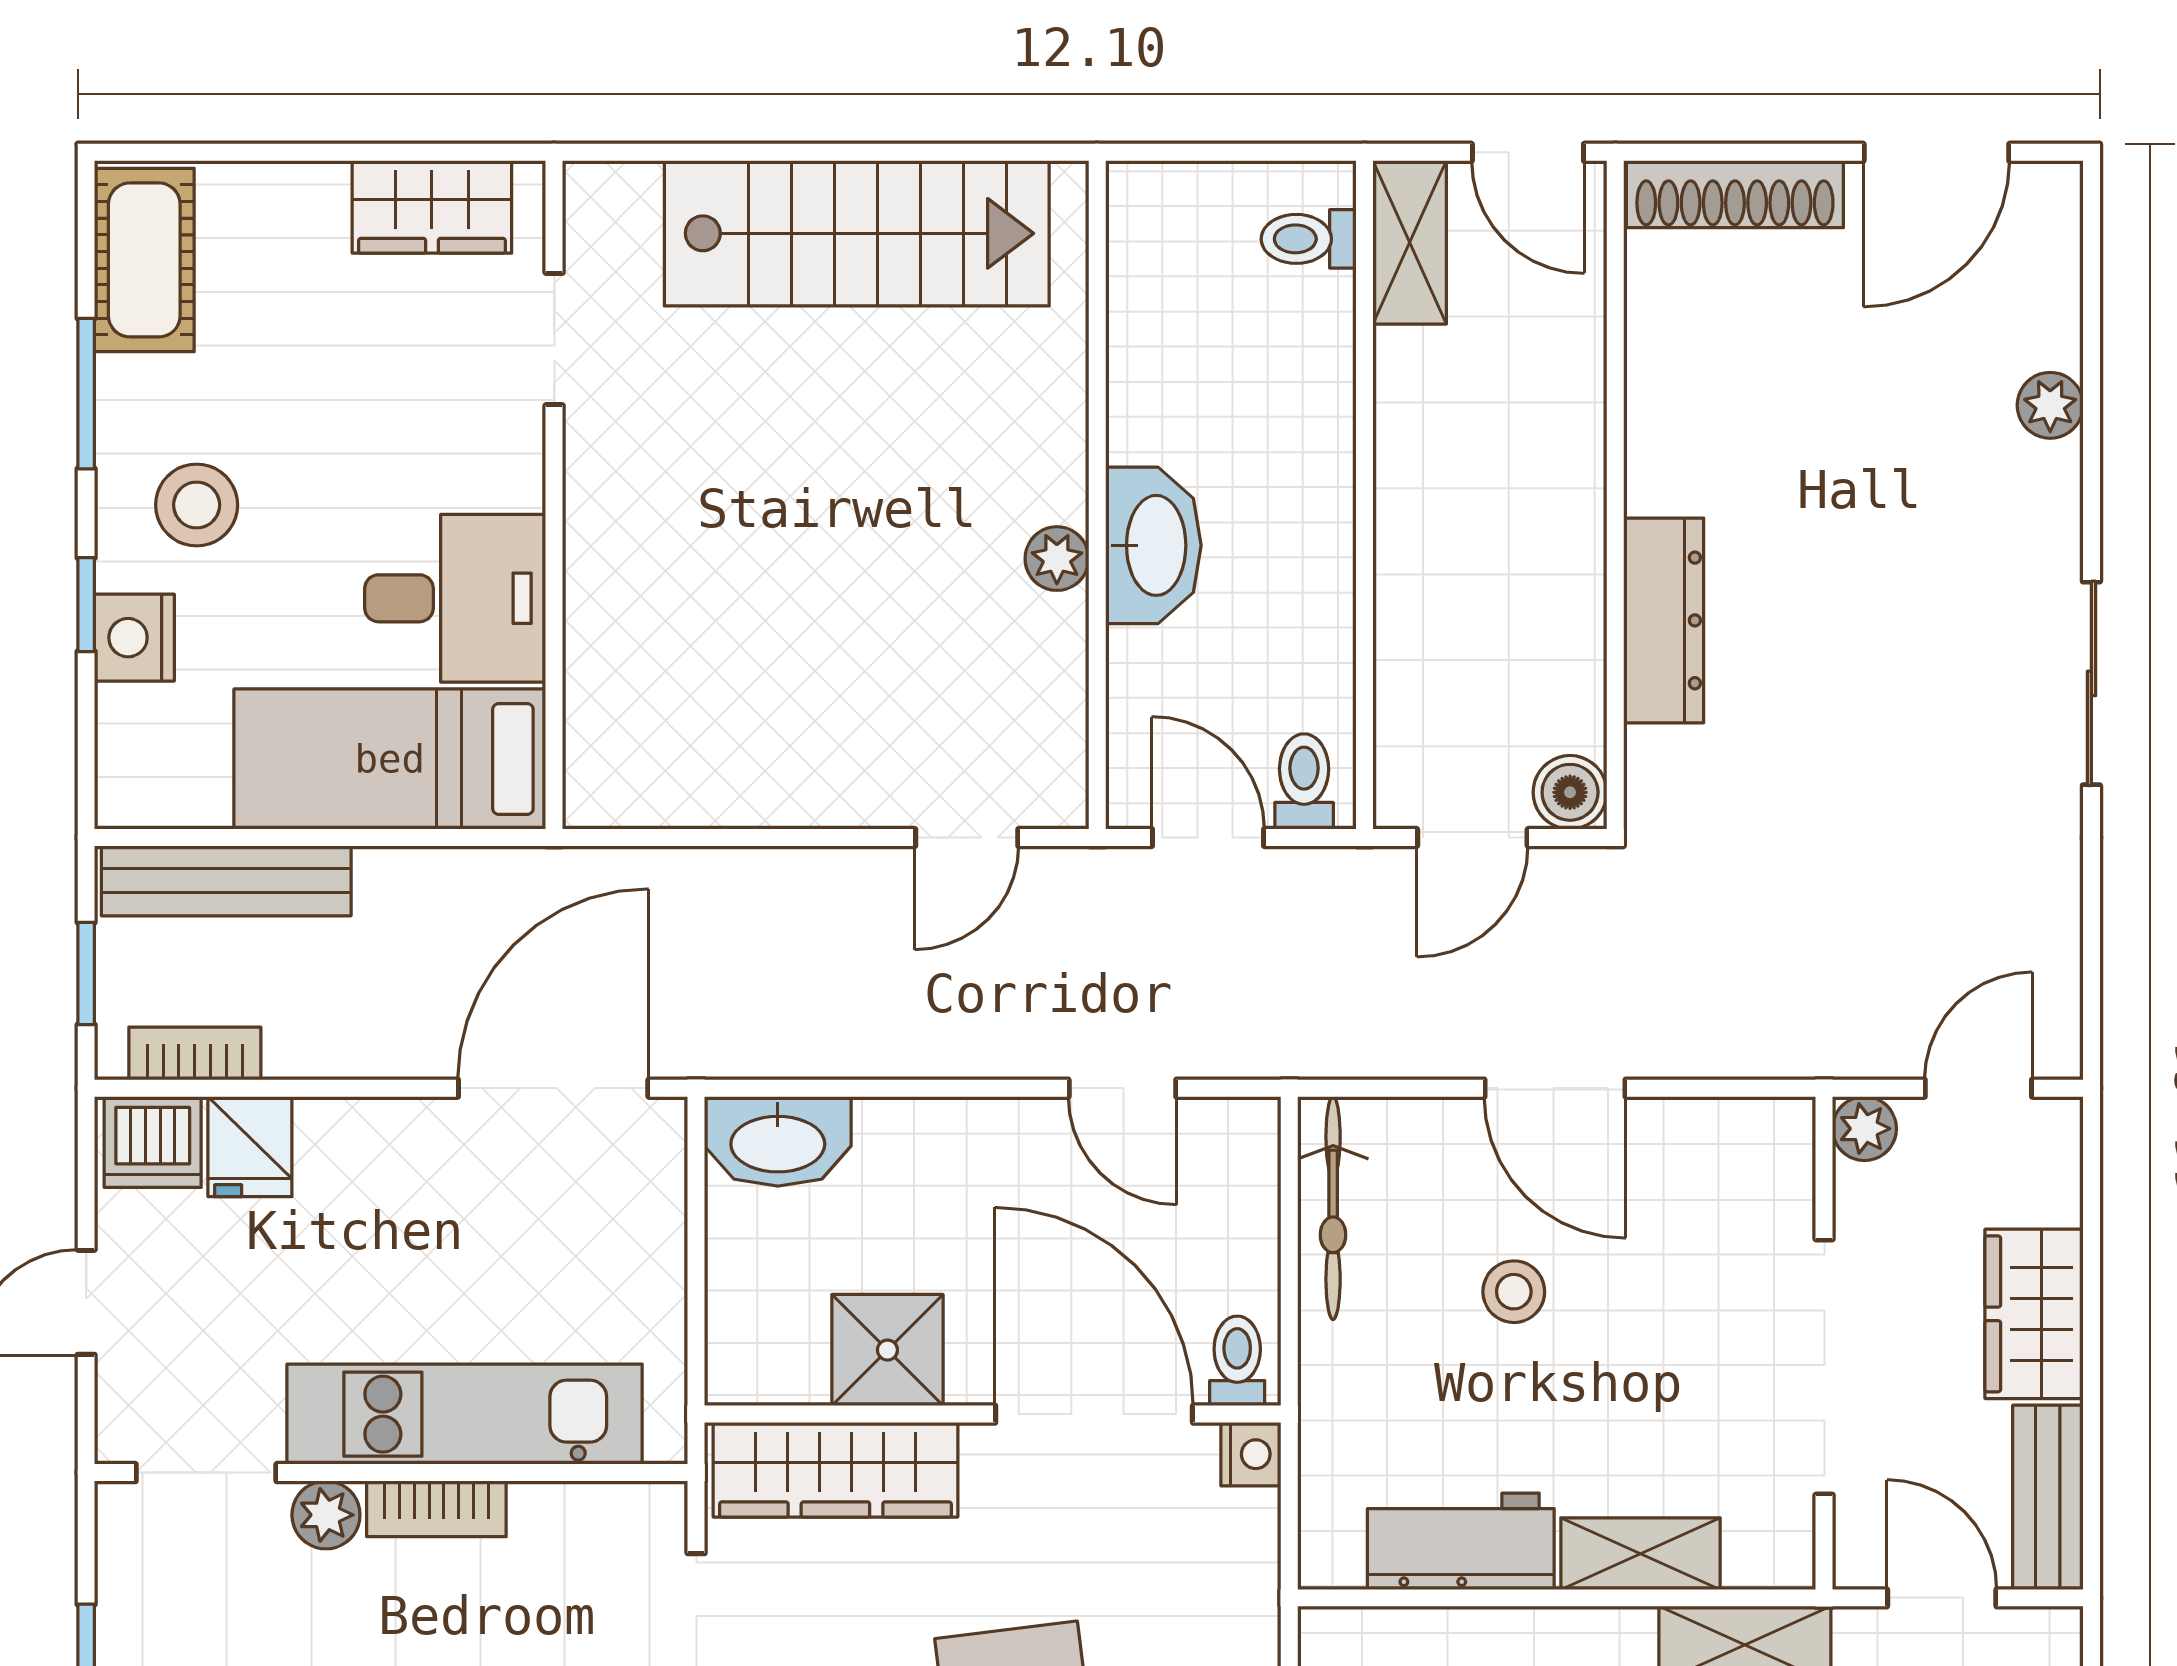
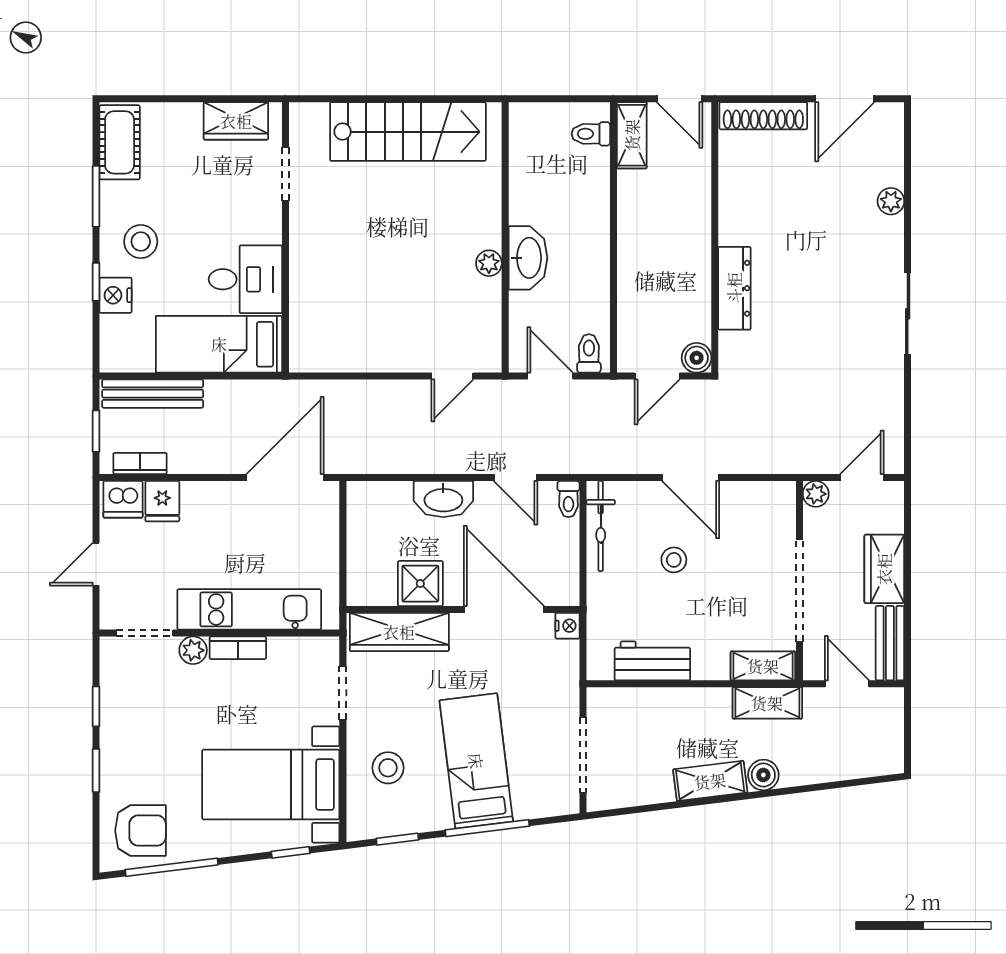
washbasin: (778, 1141) -> (443, 499), moved
toilet: (1237, 1361) -> (568, 499), moved, turned 180
shelving: (1641, 1554) -> (763, 666), moved

